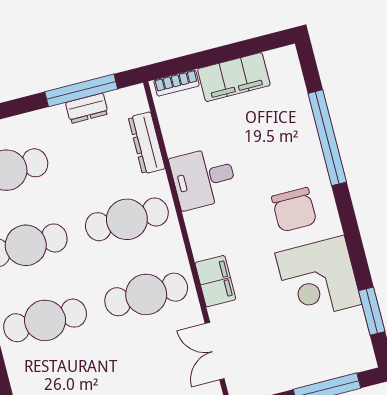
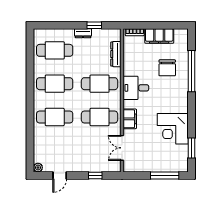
window: (81, 90) -> (94, 25), width x0.46
dresser: (87, 108) -> (83, 33), moved
desk: (204, 178) -> (136, 88), moved
chair: (294, 210) -> (167, 68), moved

